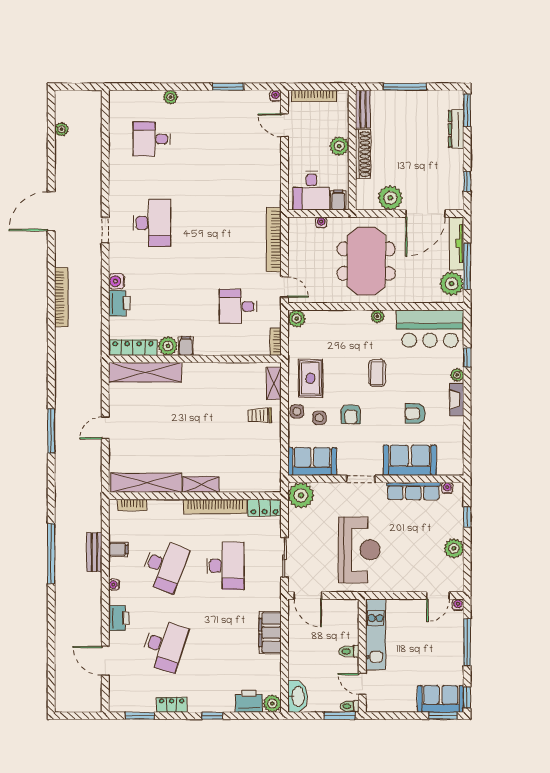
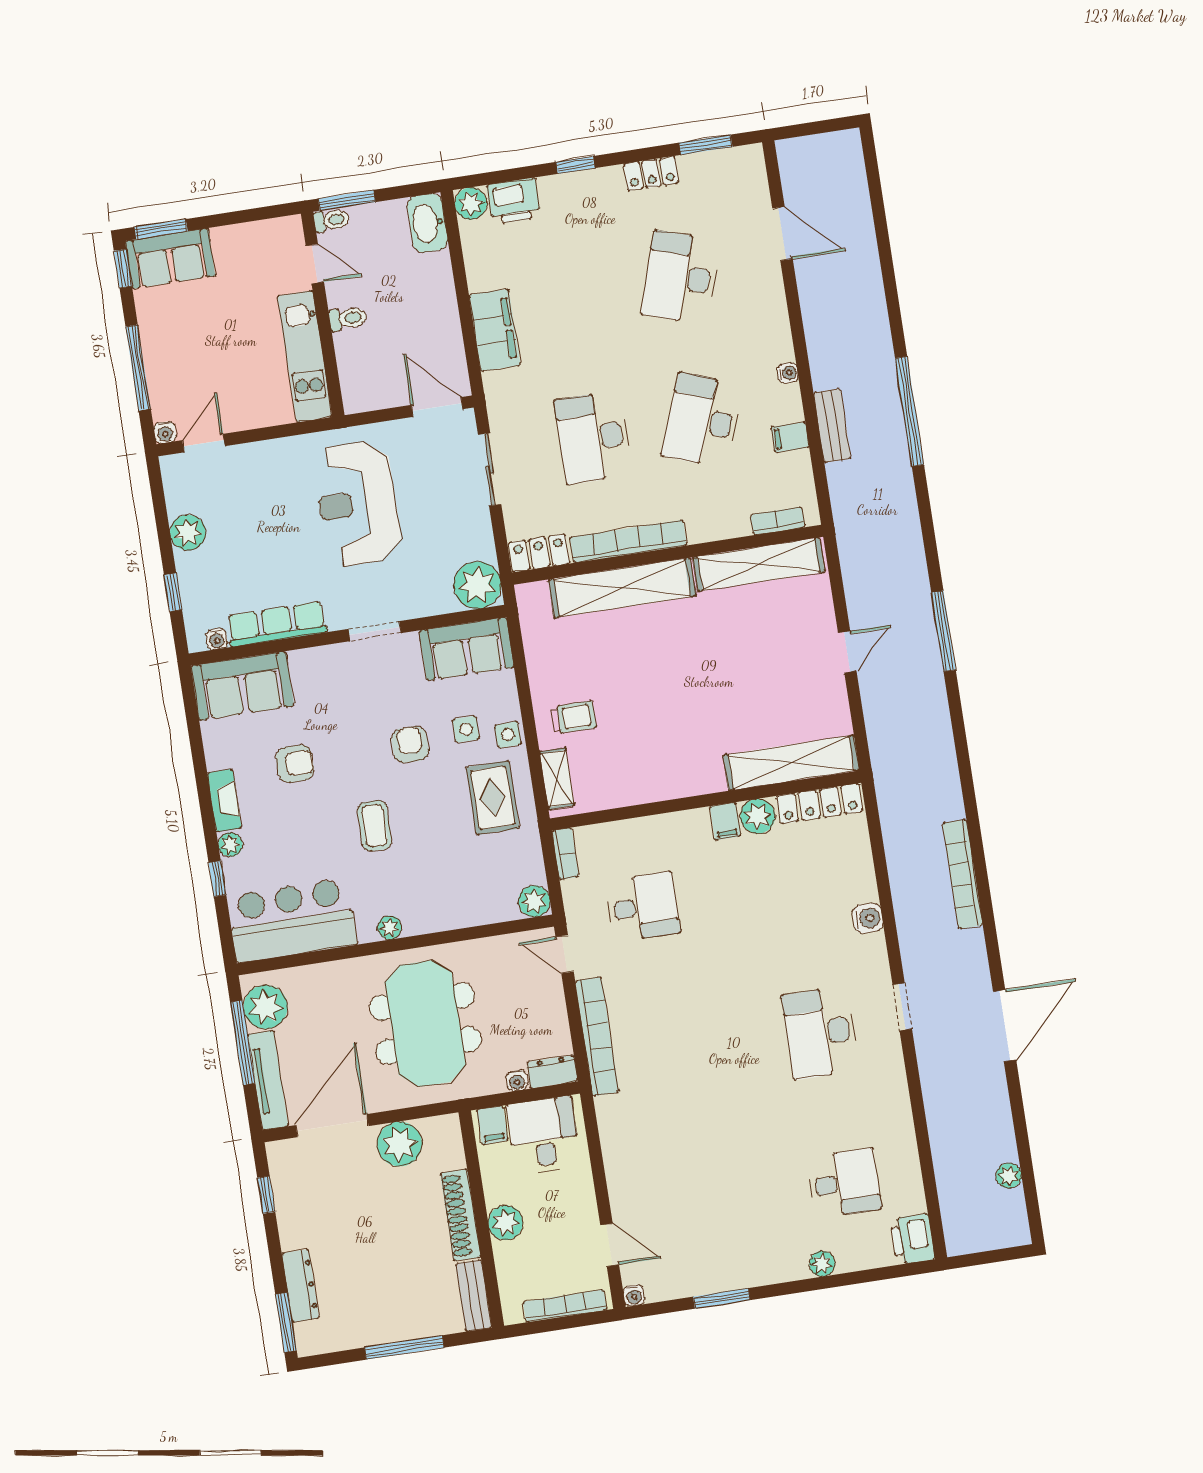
dresser: (301, 224) -> (552, 1072), added
printer: (119, 303) -> (912, 1239), moved
sofa: (410, 460) -> (242, 686), moved
shelving: (201, 484) -> (622, 588), width x2.20, depth x1.33
printer: (119, 618) -> (770, 314), removed

